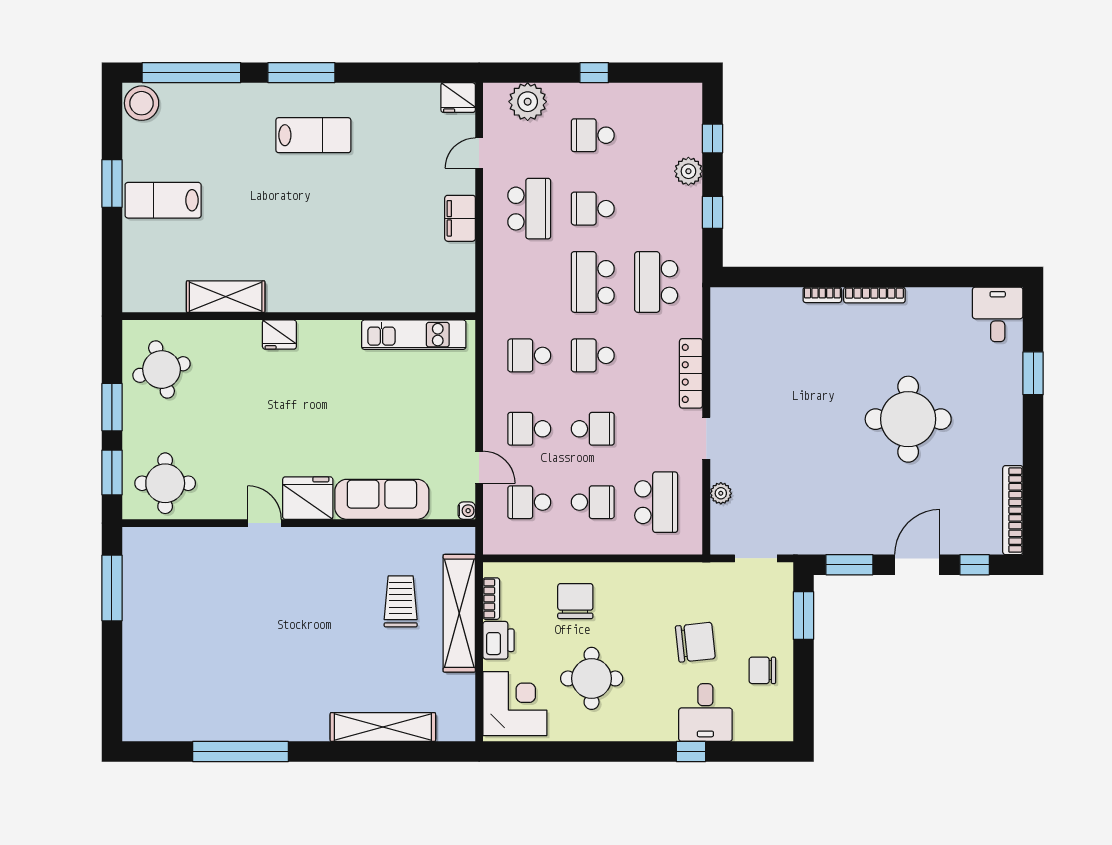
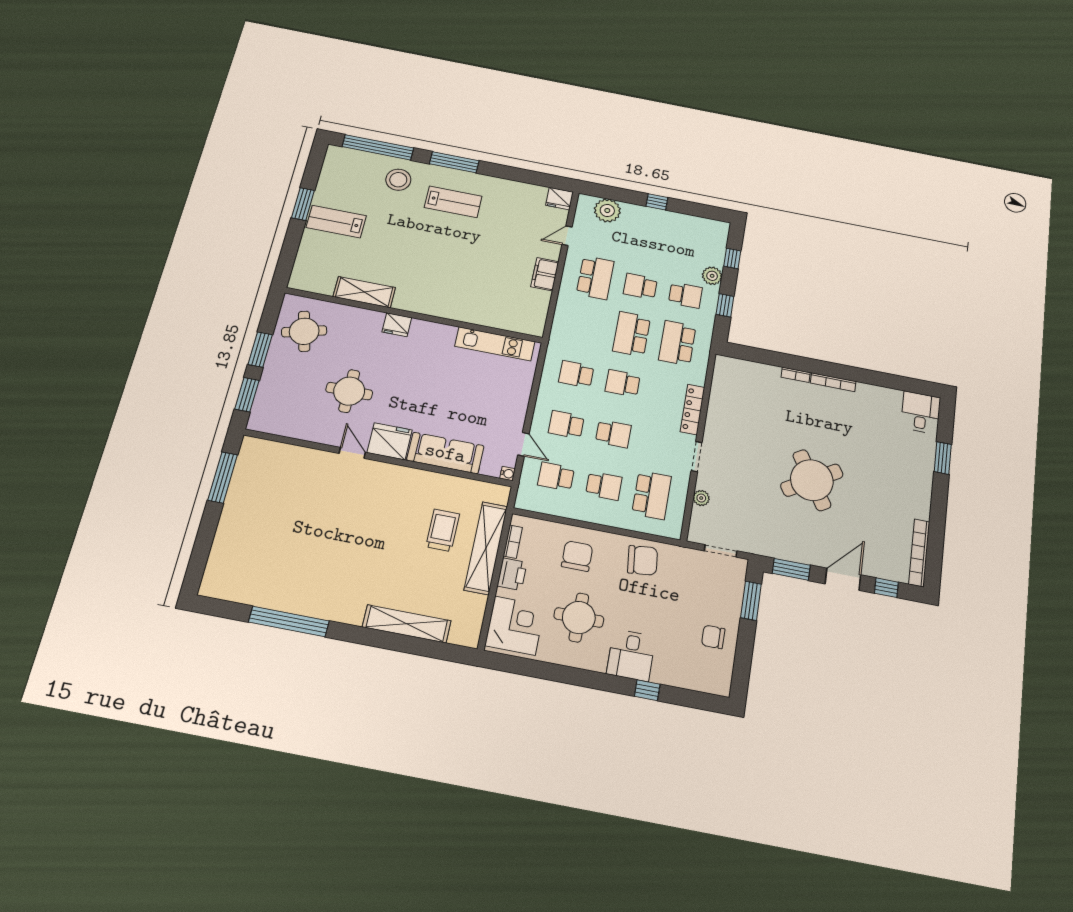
stool: (142, 103) -> (398, 180), moved
school desk: (593, 135) -> (685, 295), moved, turned 180
round table: (908, 419) -> (812, 480), moved, turned -31
round table: (165, 483) -> (349, 391), moved
chair: (695, 642) -> (643, 560), moved
desk: (705, 713) -> (631, 655), moved

